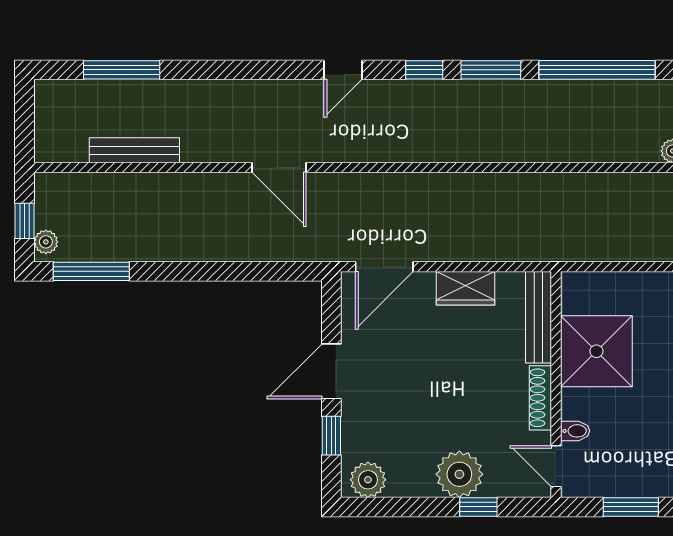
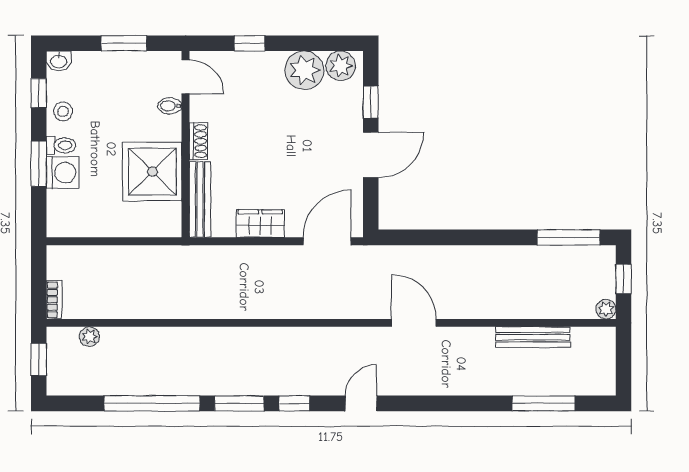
plant: (46, 242) -> (606, 309), moved
shoe rack: (540, 398) -> (198, 141), width x0.70
plant: (459, 474) -> (304, 70), moved

